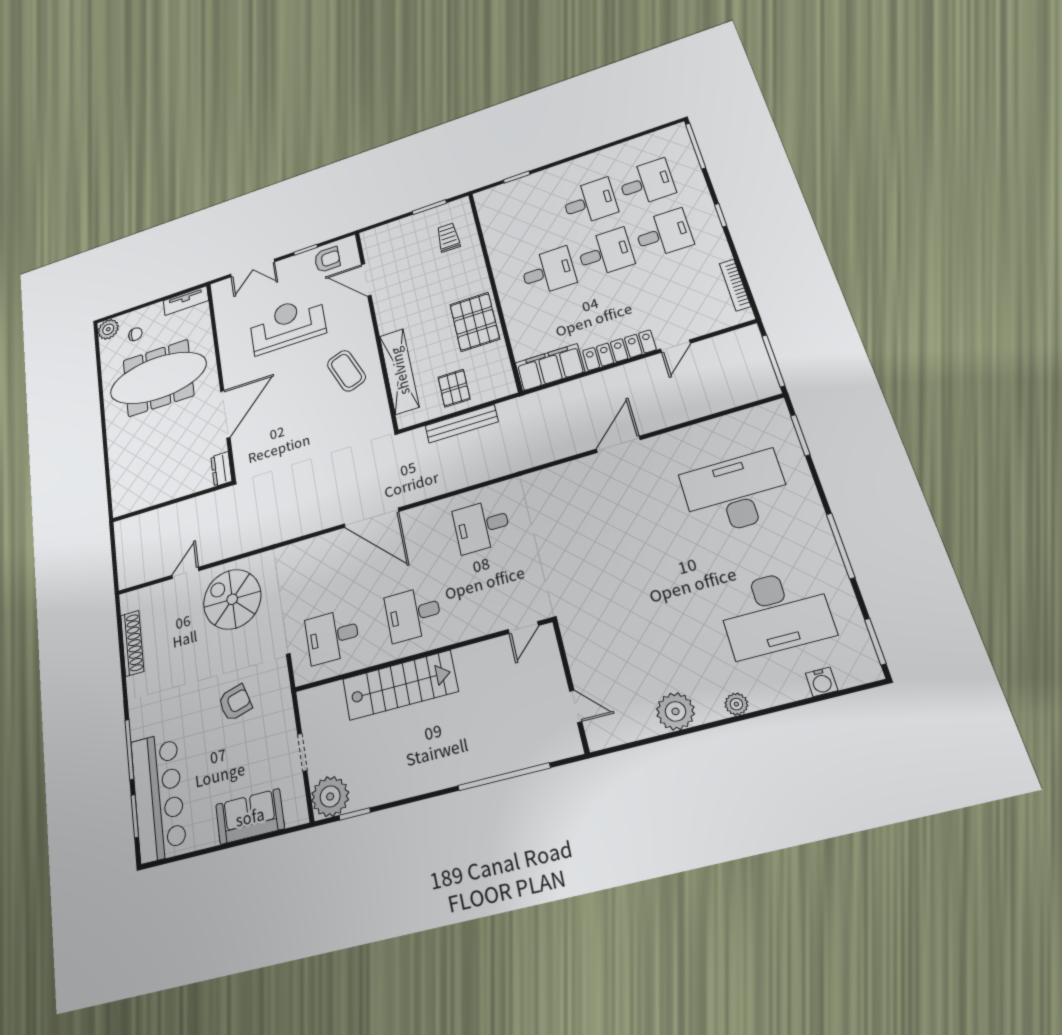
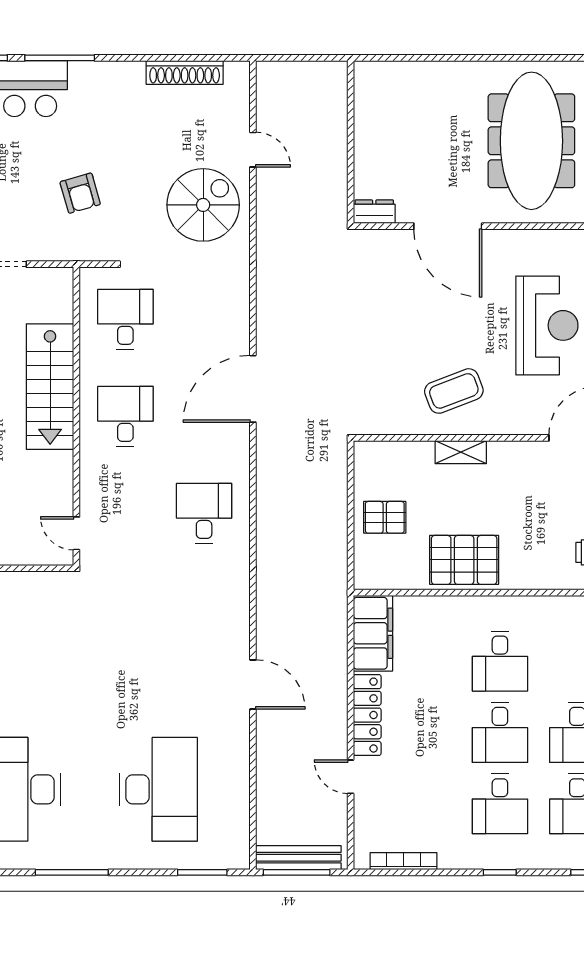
shelving: (399, 371) -> (461, 452), width x0.45, depth x0.75
bench: (462, 424) -> (298, 858), moved, turned 90

